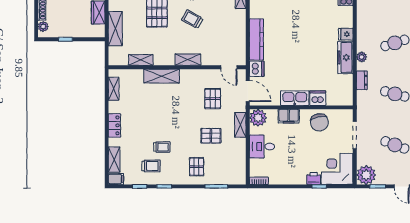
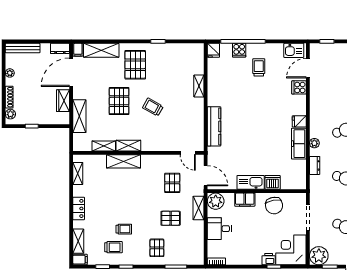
shelving: (188, 60) -> (128, 146), moved
dishwasher: (257, 69) -> (214, 154), removed

